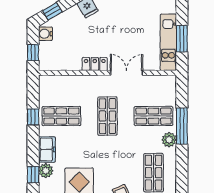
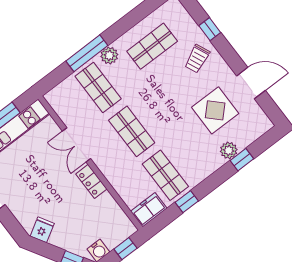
shop shelf: (107, 116) -> (132, 131), turned 90
freezer: (47, 149) -> (149, 210), moved

